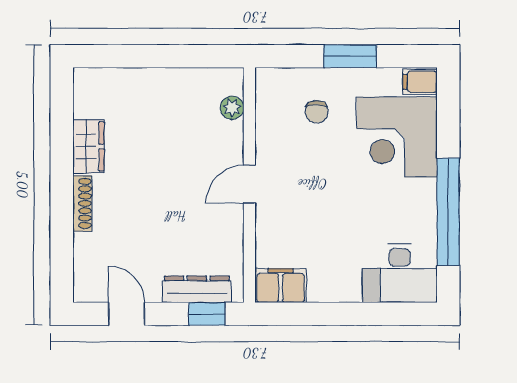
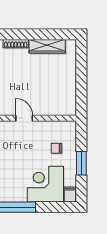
plant: (232, 108) -> (58, 110), removed
wardrobe: (89, 146) -> (47, 46), width x1.50

